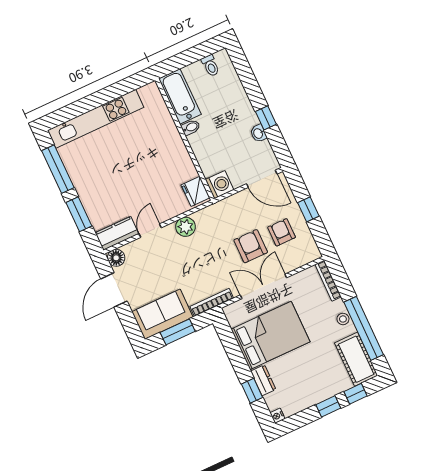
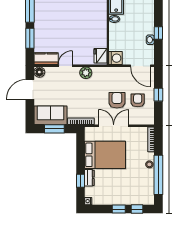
cot: (356, 359) -> (146, 190), removed

